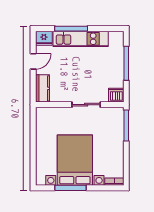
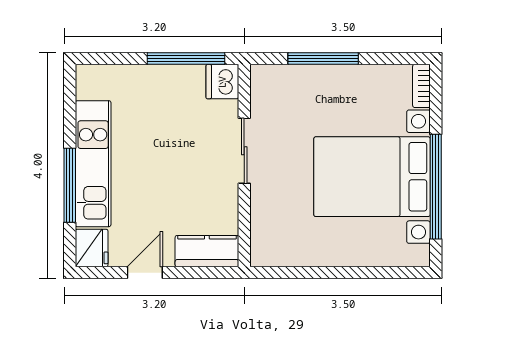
door: (33, 61) -> (145, 273), hinge flipped
window: (126, 63) -> (186, 59), moved
window: (126, 125) -> (323, 59), moved
window: (71, 188) -> (436, 187), width x1.46

